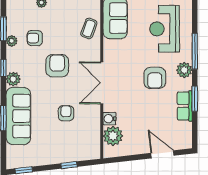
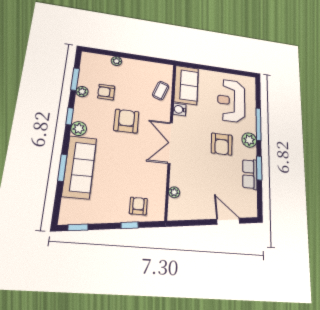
armchair: (66, 113) -> (138, 206), moved
water cooler: (109, 119) -> (179, 109), moved
plant: (113, 136) -> (174, 192), width x0.53, depth x0.53

